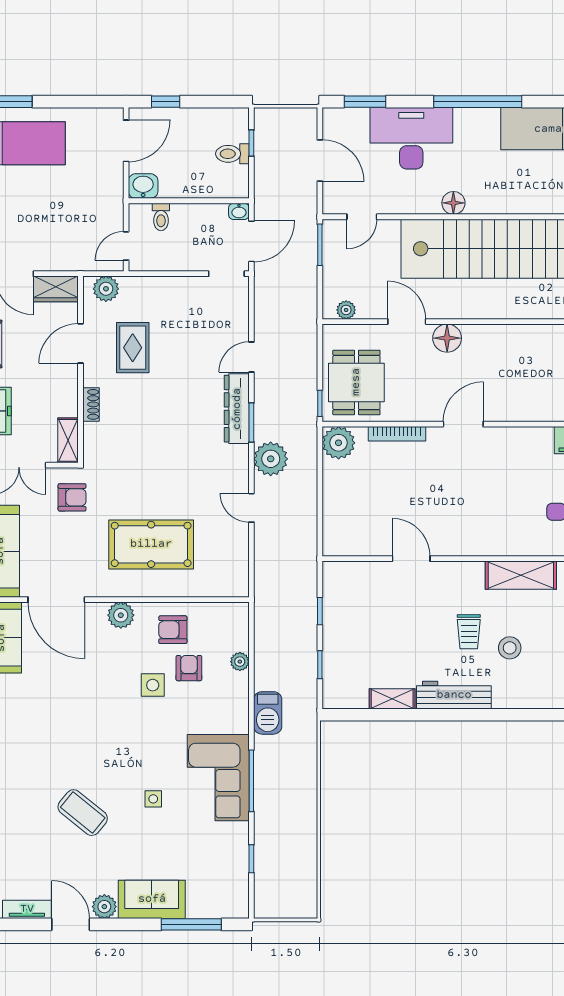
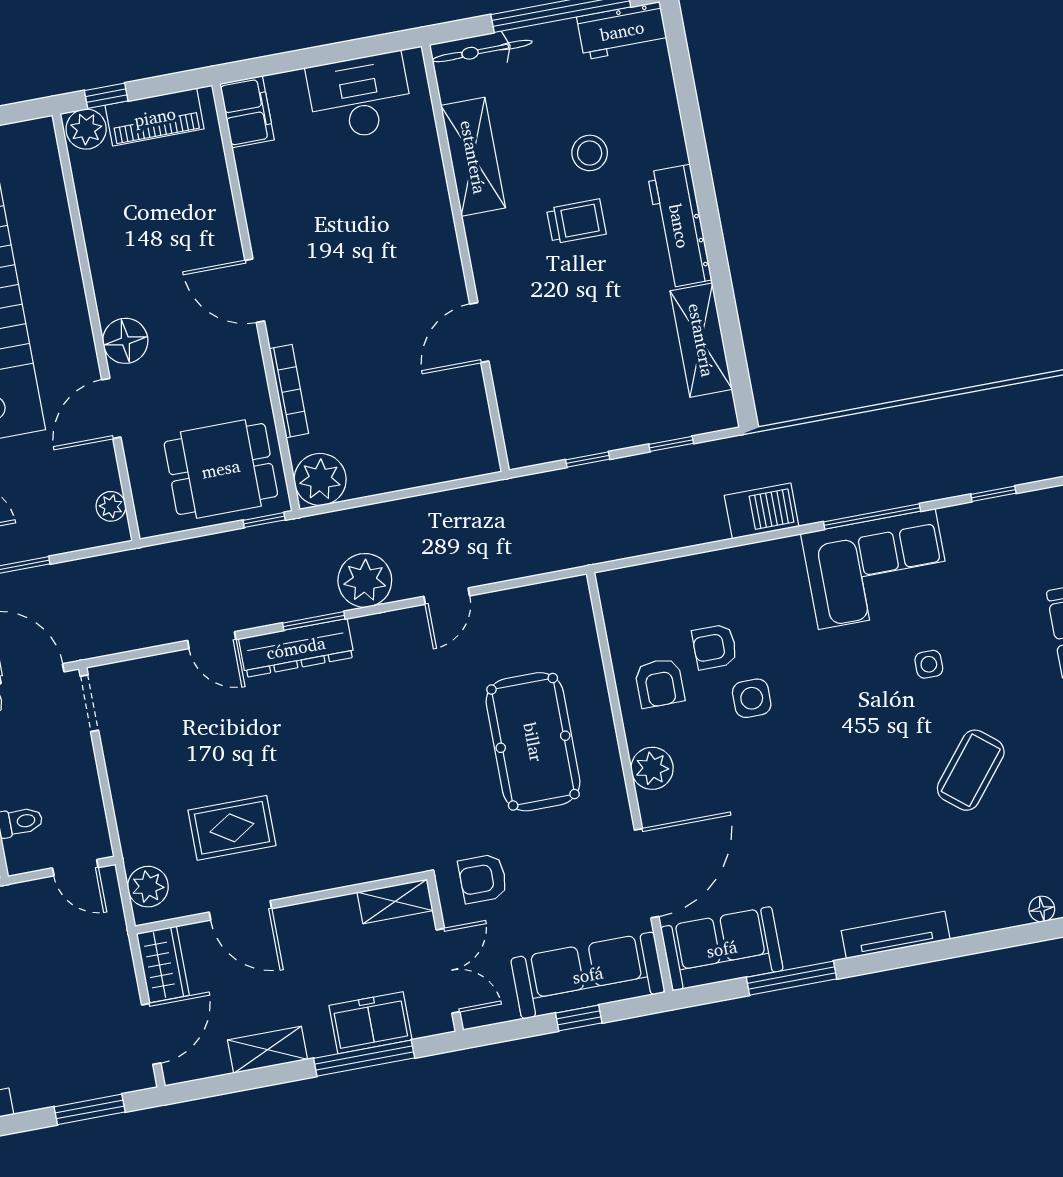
shoe rack: (91, 404) -> (332, 876), removed
armchair: (72, 497) -> (483, 879), turned -90
plant: (240, 662) -> (690, 569), removed
shelving: (392, 699) -> (701, 340), width x1.50, depth x1.33

